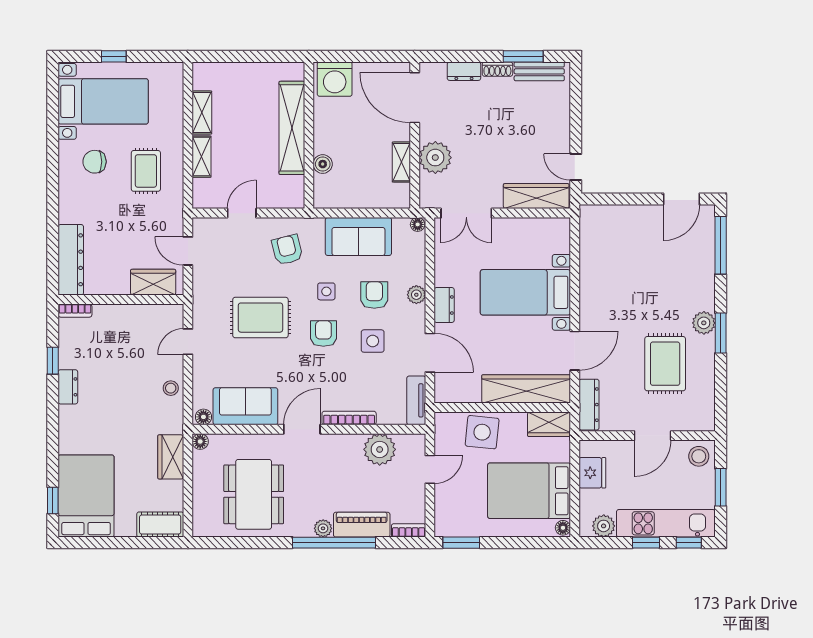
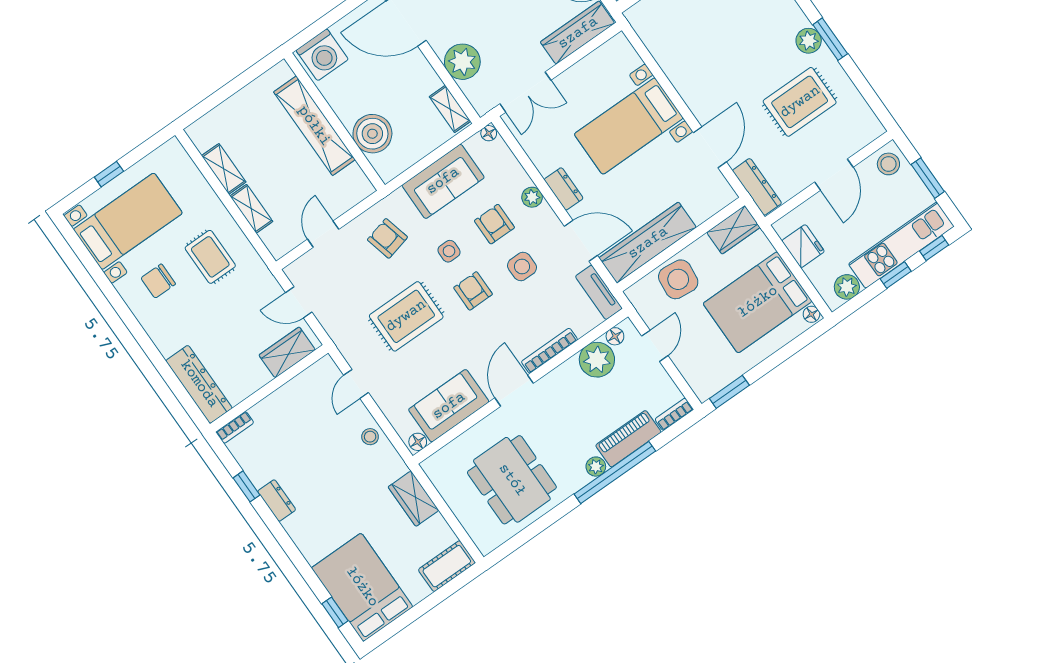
shelving: (401, 162) -> (450, 109), moved
boiler: (323, 164) -> (372, 134), width x1.86, depth x1.86
rug: (665, 364) -> (800, 102), turned 90
wardrobe: (526, 389) -> (648, 243), moved
floor lamp: (200, 441) -> (615, 336), moved

